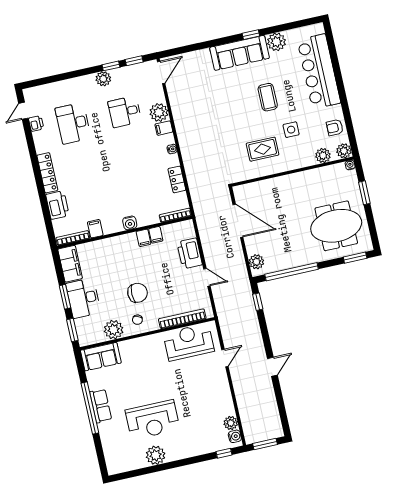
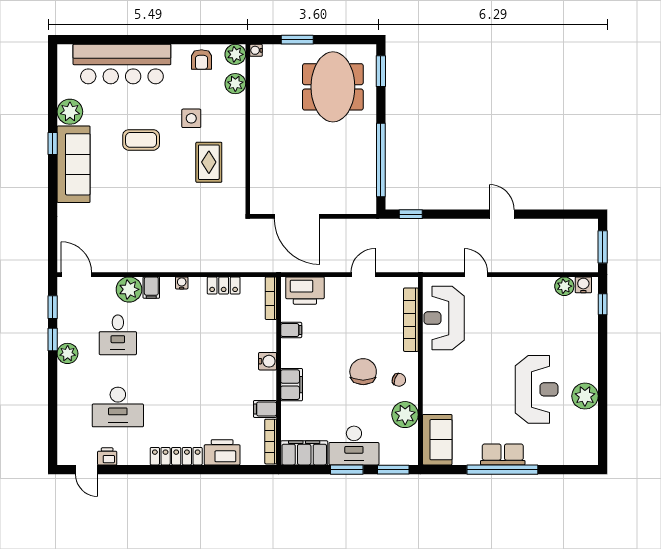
door: (238, 221) -> (297, 216), swing flipped
filing cabinet: (144, 238) -> (292, 385), moved, width x2.00
printer: (190, 253) -> (305, 291), moved
plant: (256, 262) -> (357, 204), removed

